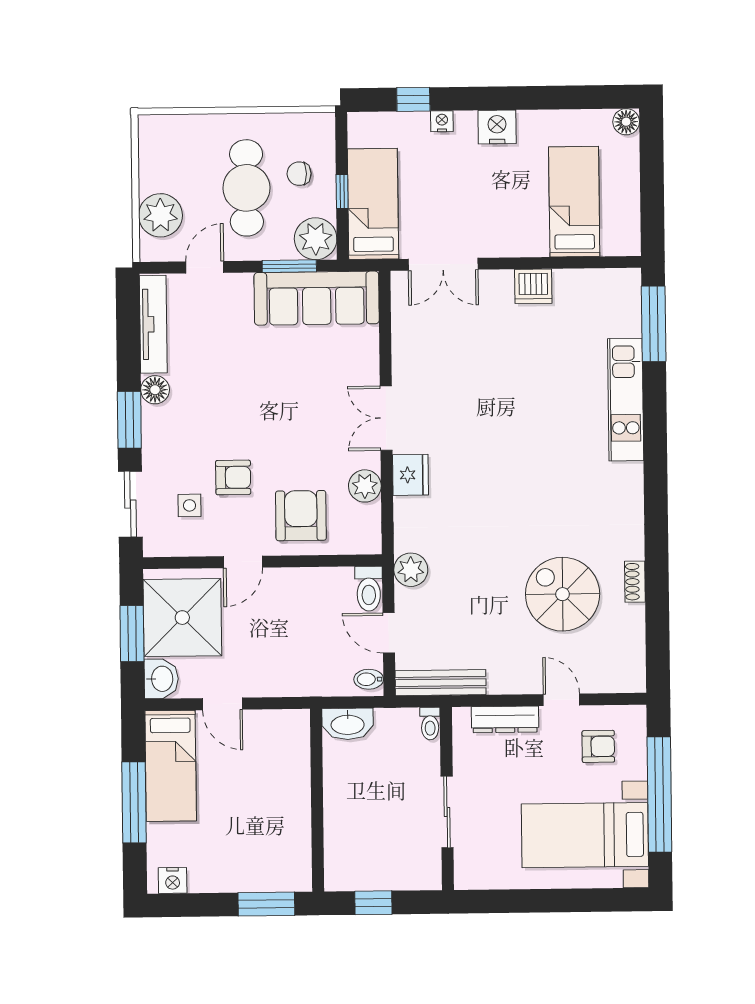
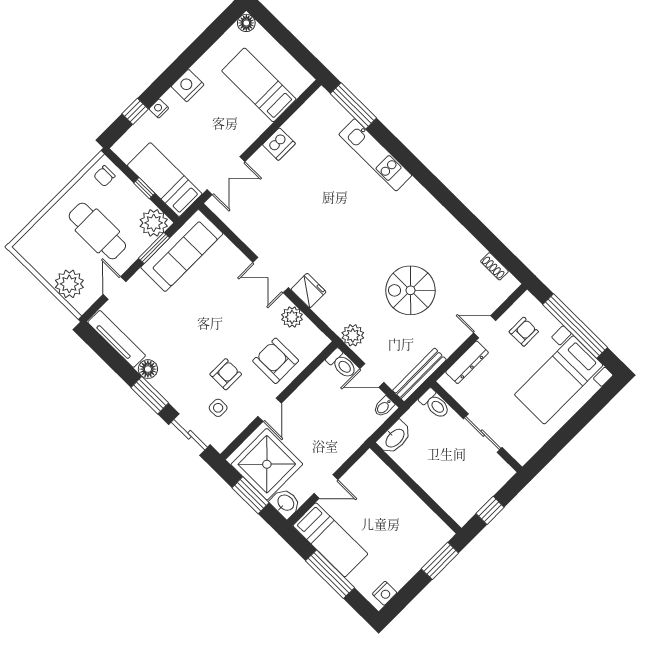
chair: (299, 174) -> (104, 176), moved
shoe rack: (635, 582) -> (494, 266), moved
spiral stairs: (563, 594) -> (410, 290), moved
toilet: (430, 724) -> (435, 404), width x1.37, depth x1.39

